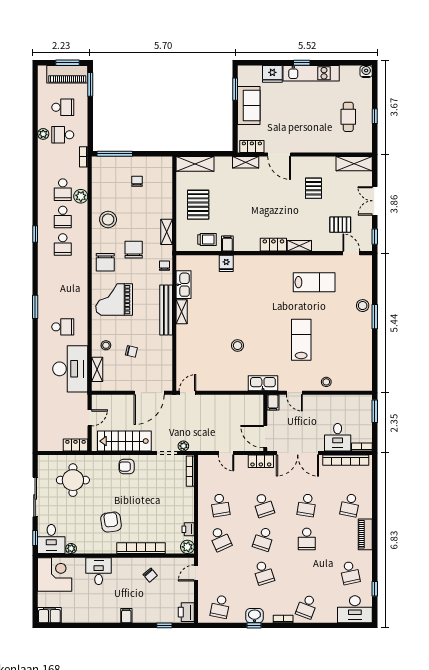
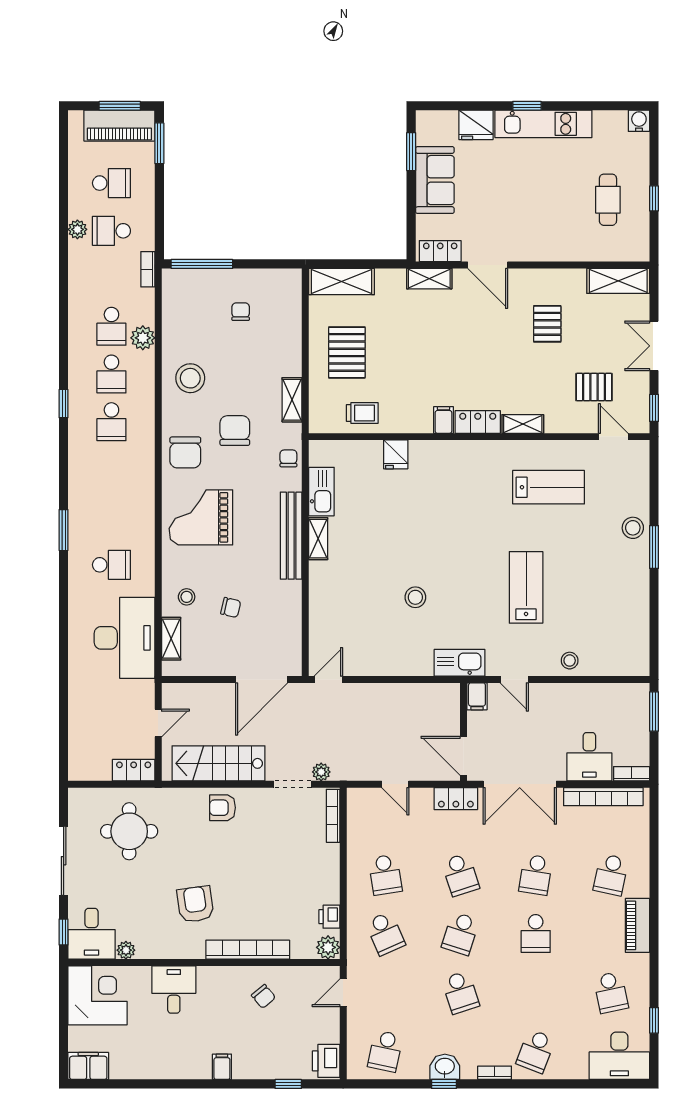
filing cabinet: (227, 244) -> (443, 420), moved

